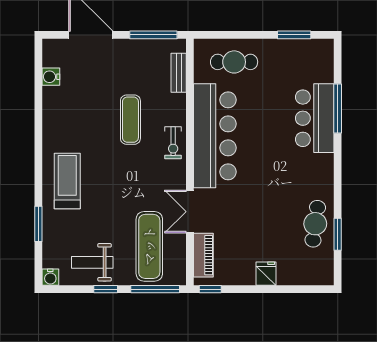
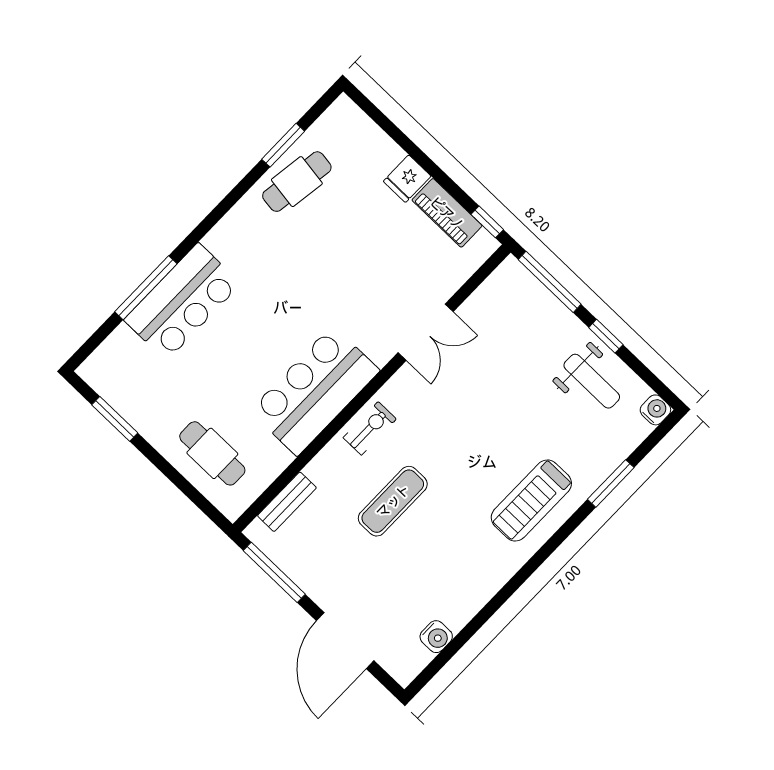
bar counter: (215, 136) -> (315, 391), width x0.73
exercise mat: (149, 246) -> (510, 337), removed
piano: (203, 255) -> (447, 213), moved, turned -90

